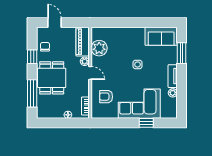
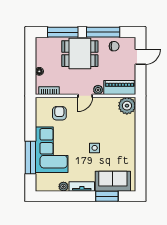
sofa: (161, 36) -> (113, 181), moved, turned 90
plant: (99, 48) -> (127, 106), moved
window: (32, 57) -> (103, 32), width x2.17
window: (146, 123) -> (30, 158), width x2.17

